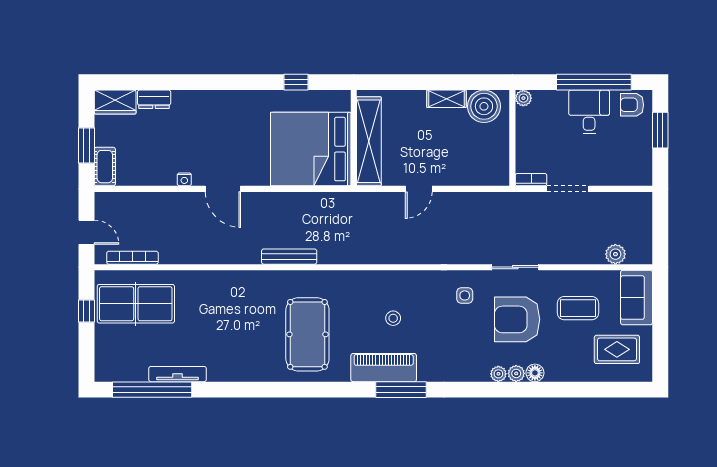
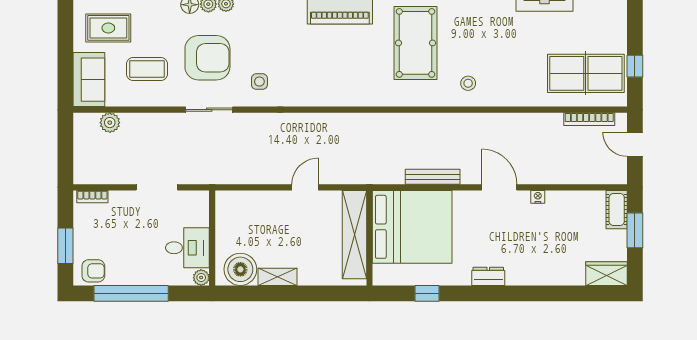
dresser: (154, 99) -> (488, 276), moved
desk: (589, 112) -> (187, 248), moved, turned -90
bookcase: (531, 180) -> (92, 197), moved
bench: (289, 257) -> (433, 177), moved
stool: (393, 318) -> (468, 83), moved

